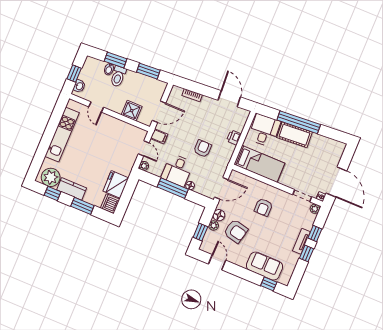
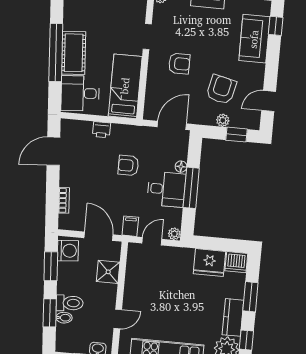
washing machine: (156, 87) -> (68, 251), added
door: (221, 188) -> (172, 125), hinge flipped
doorway: (302, 196) -> (147, 37), moved
floor lamp: (219, 215) -> (207, 118), removed

